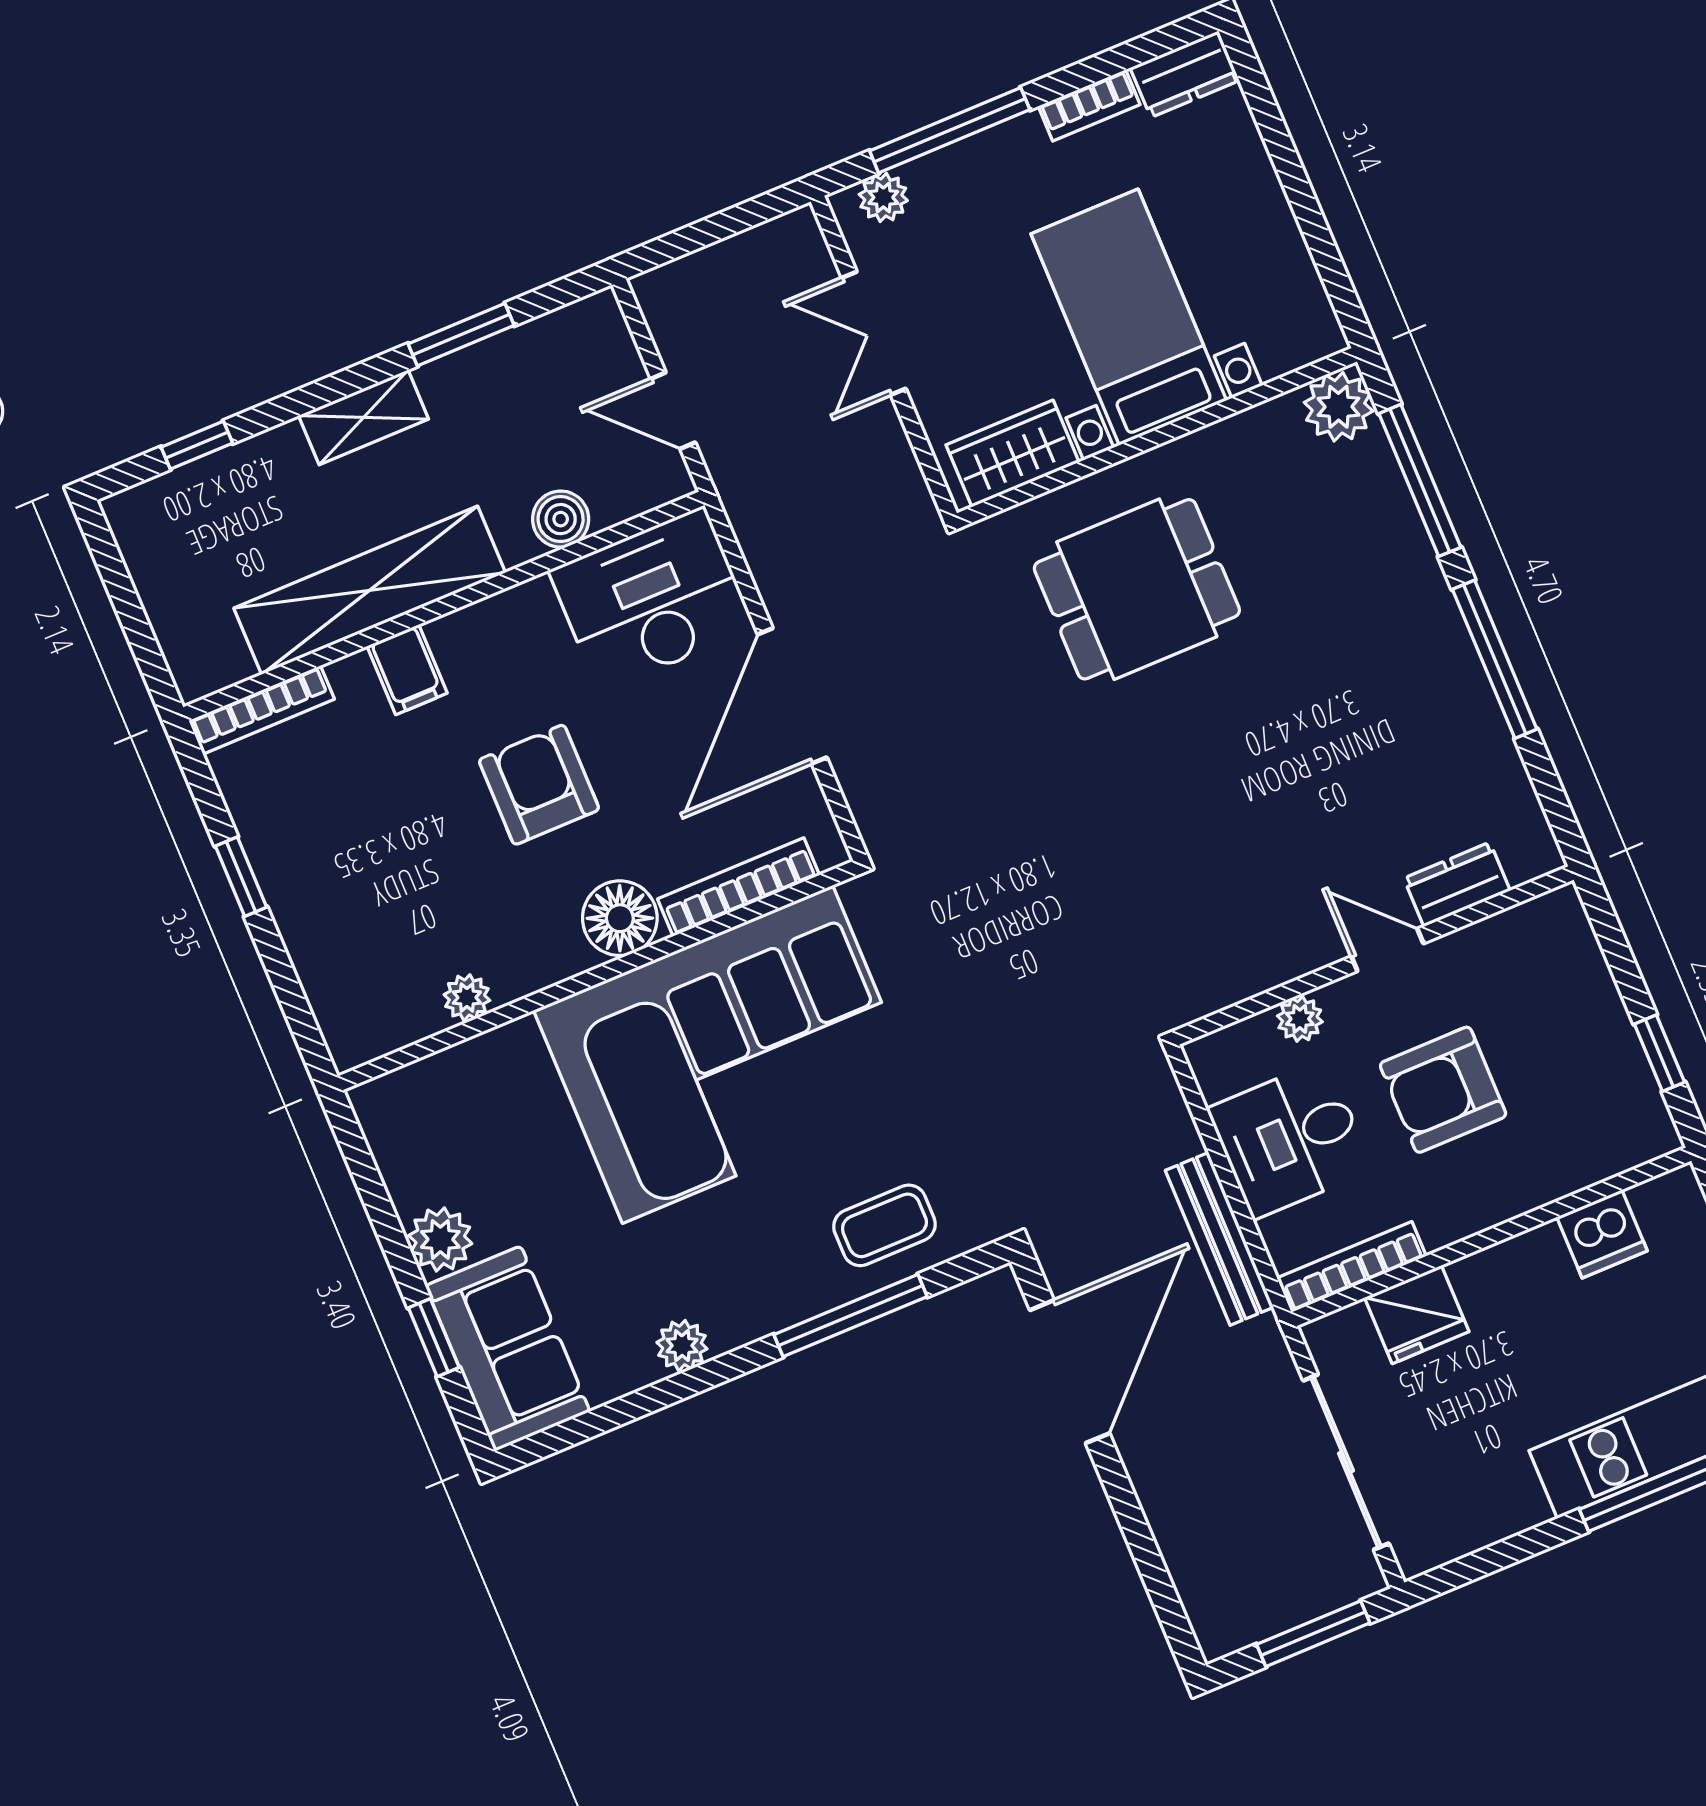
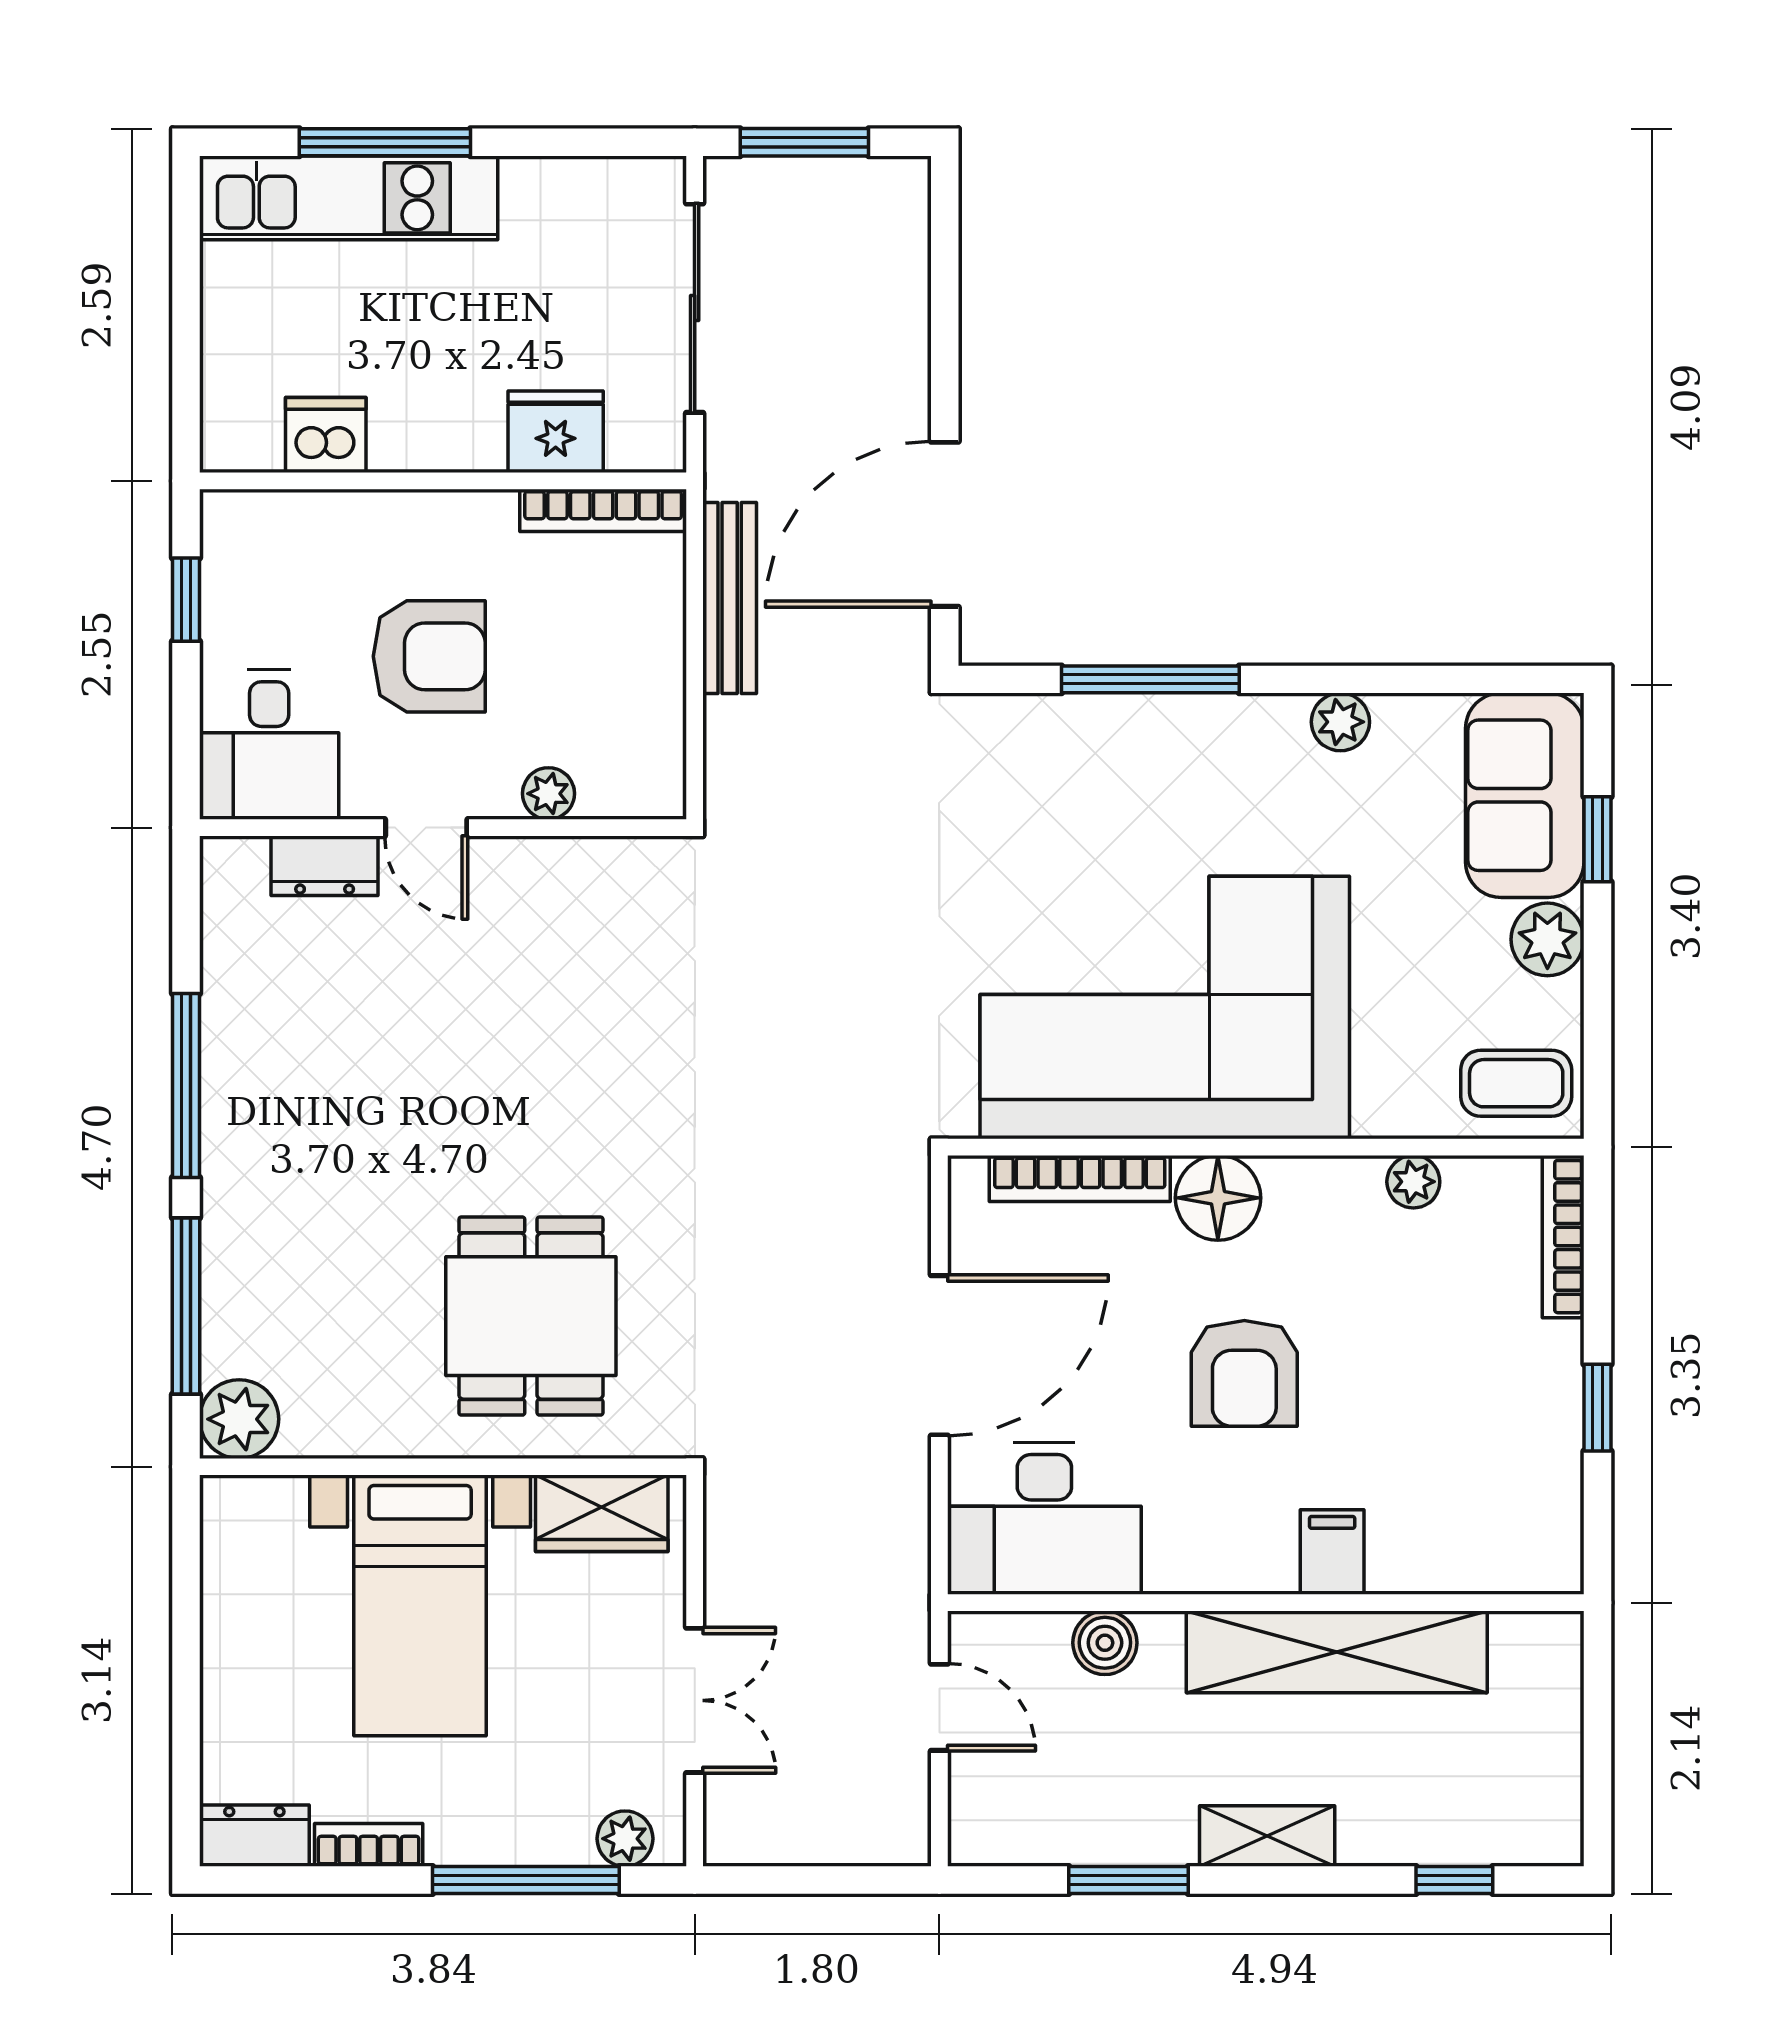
dining table: (1137, 589) -> (531, 1316), turned 90
bookcase: (262, 710) -> (1563, 1237), moved, turned -90
desk: (1290, 1139) -> (269, 745), moved, turned 90
coffee table: (884, 1225) -> (1516, 1083), moved

